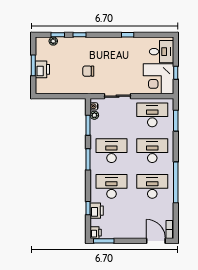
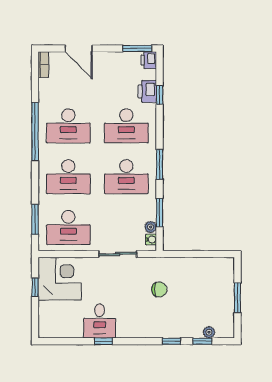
desk: (161, 52) -> (100, 321), moved, turned -90
printer: (42, 69) -> (224, 292), removed
door: (156, 241) -> (79, 48), moved

